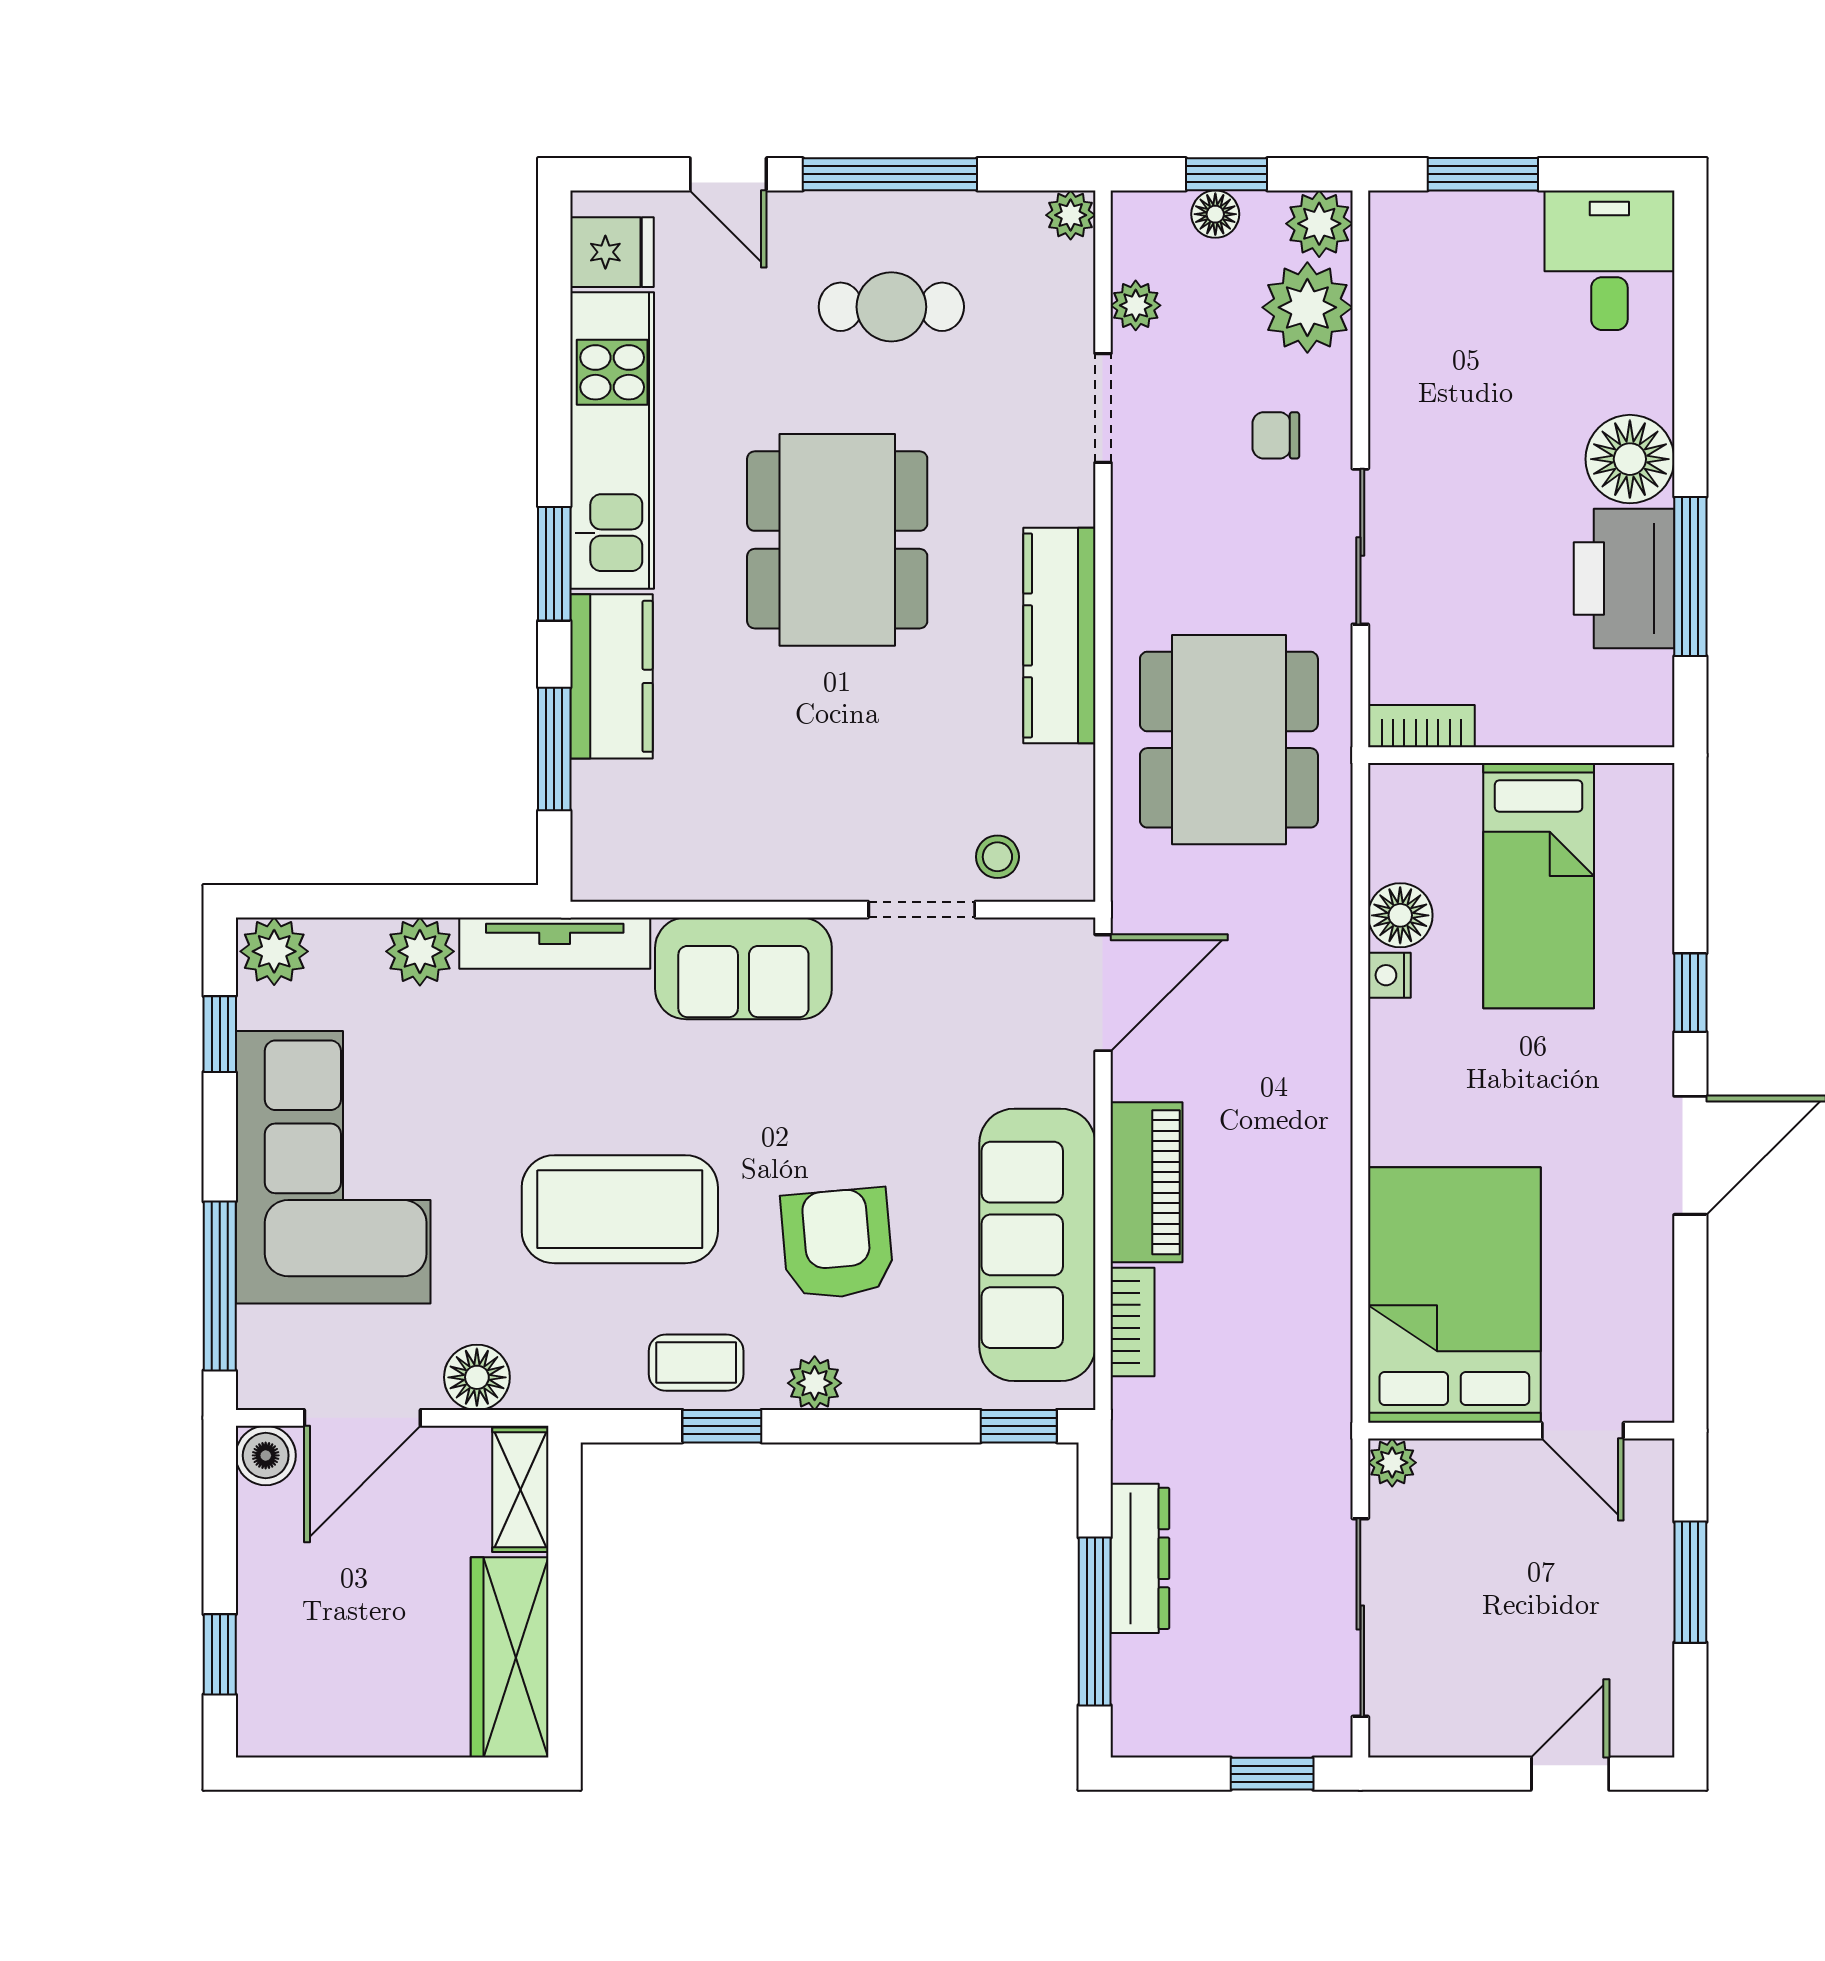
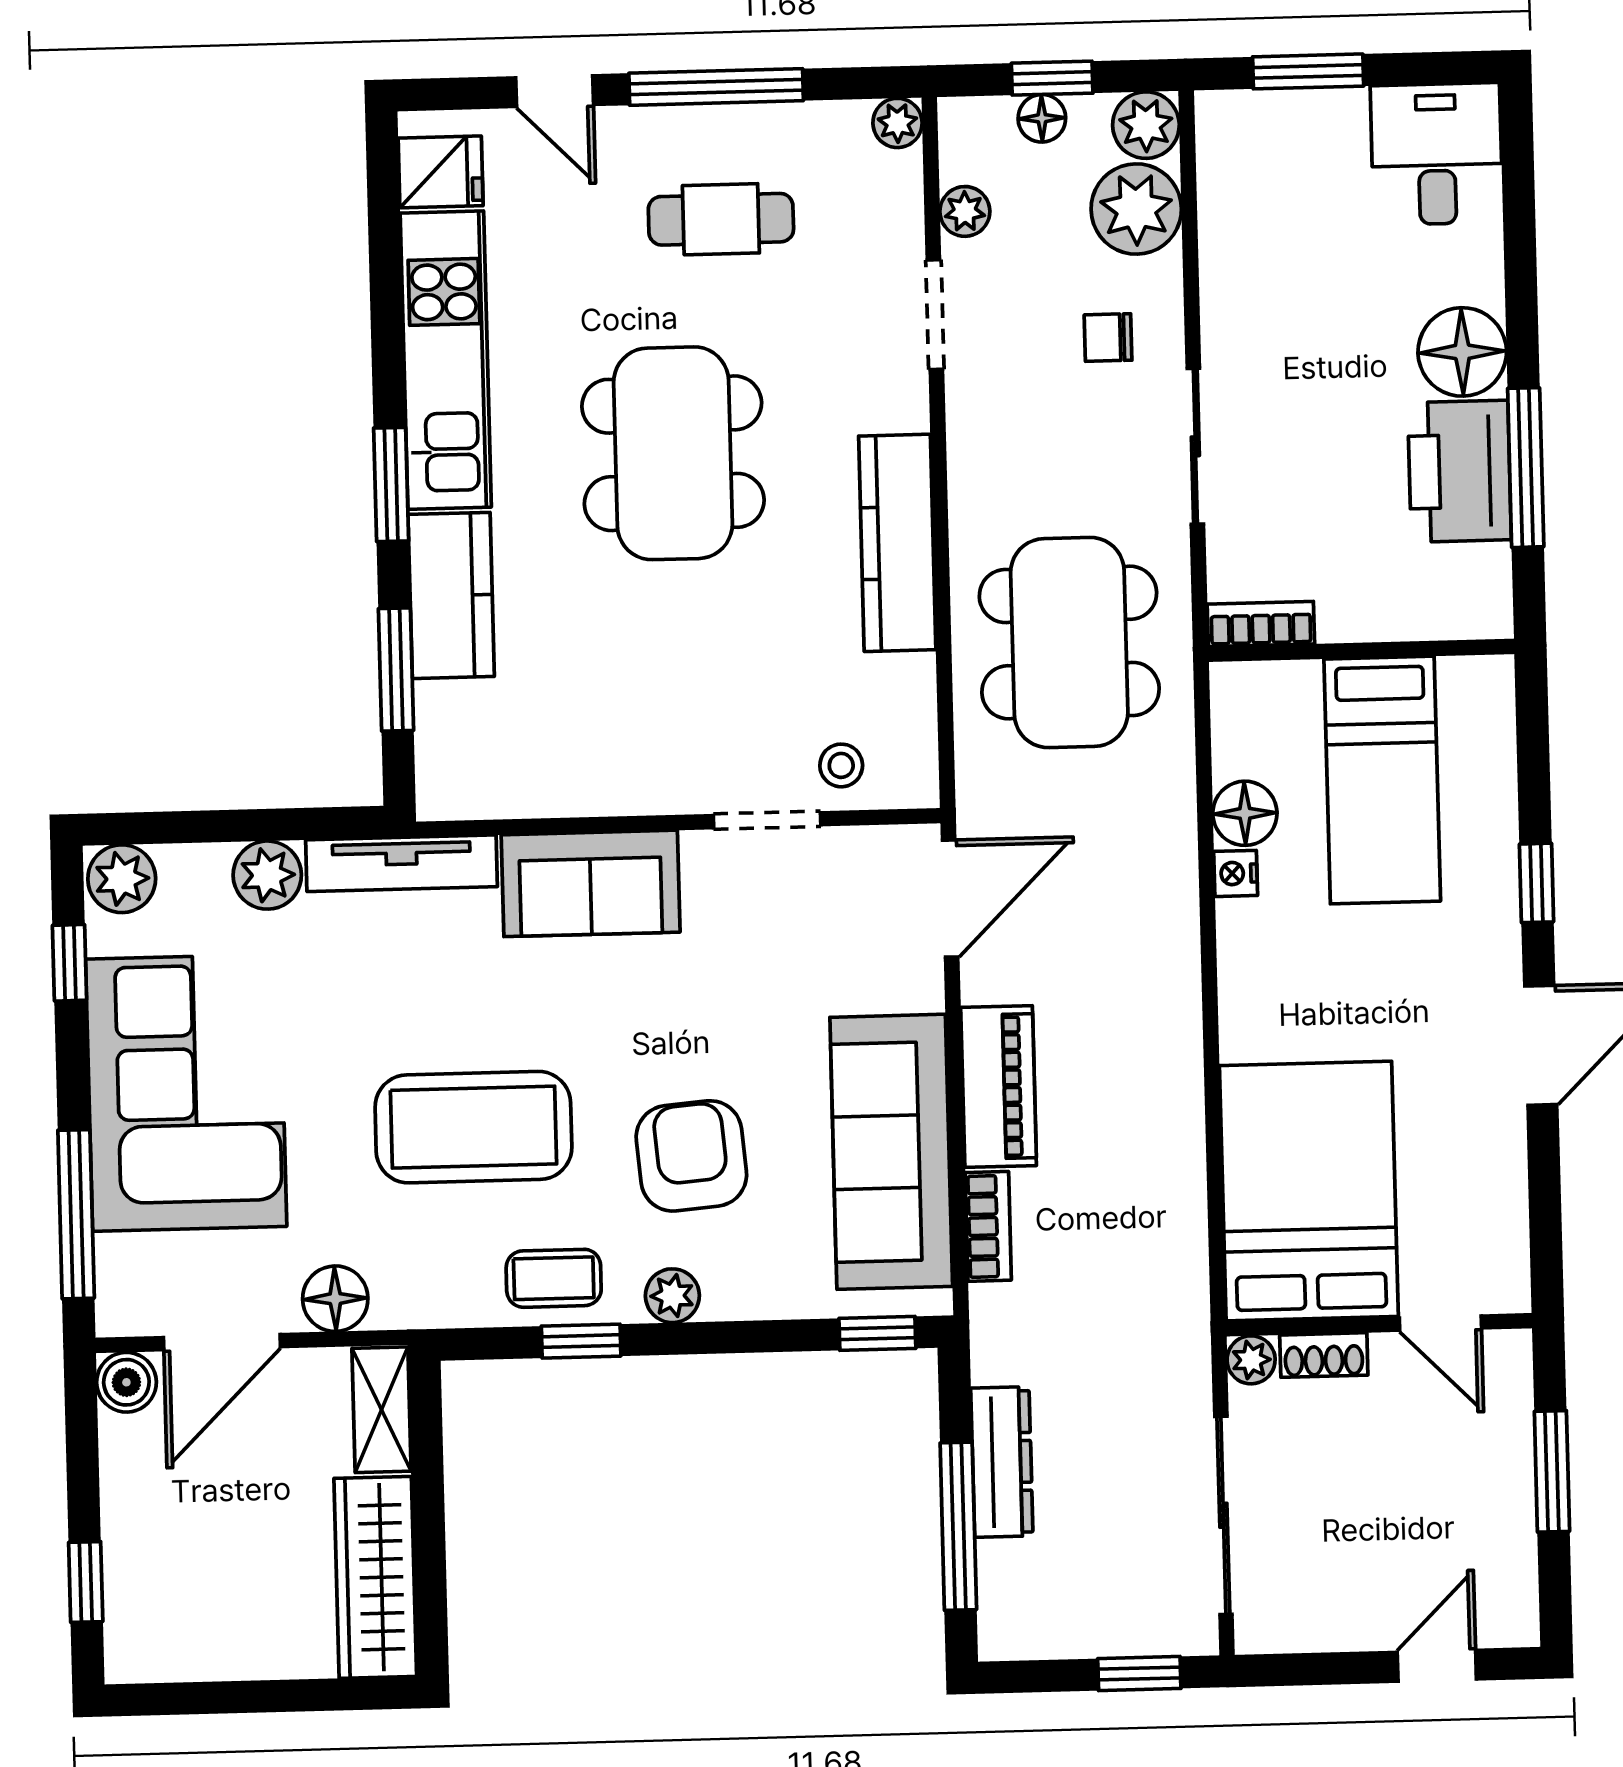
shoe rack: (1465, 1460) -> (1324, 1355), added

